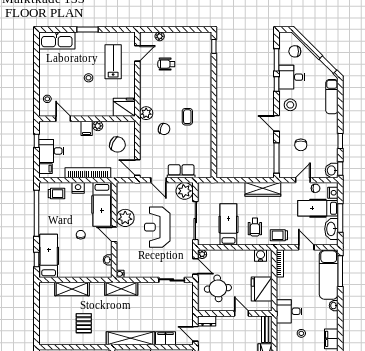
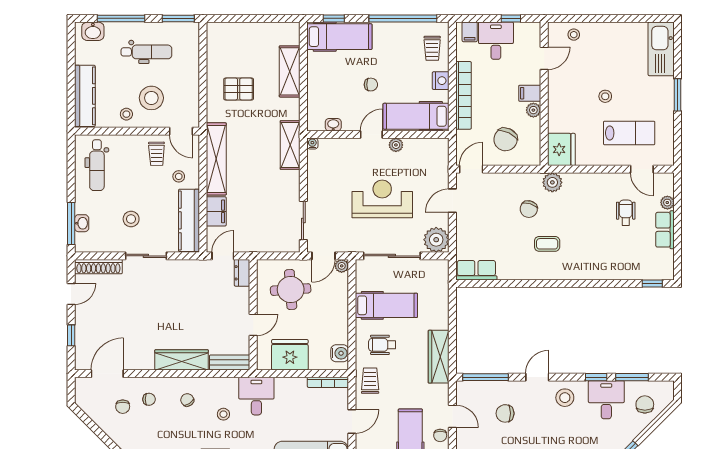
row of seats: (178, 38) -> (665, 230), added
row of seats: (181, 171) -> (476, 270), moved, turned -90
plant: (125, 218) -> (396, 145), width x0.53, depth x0.53

